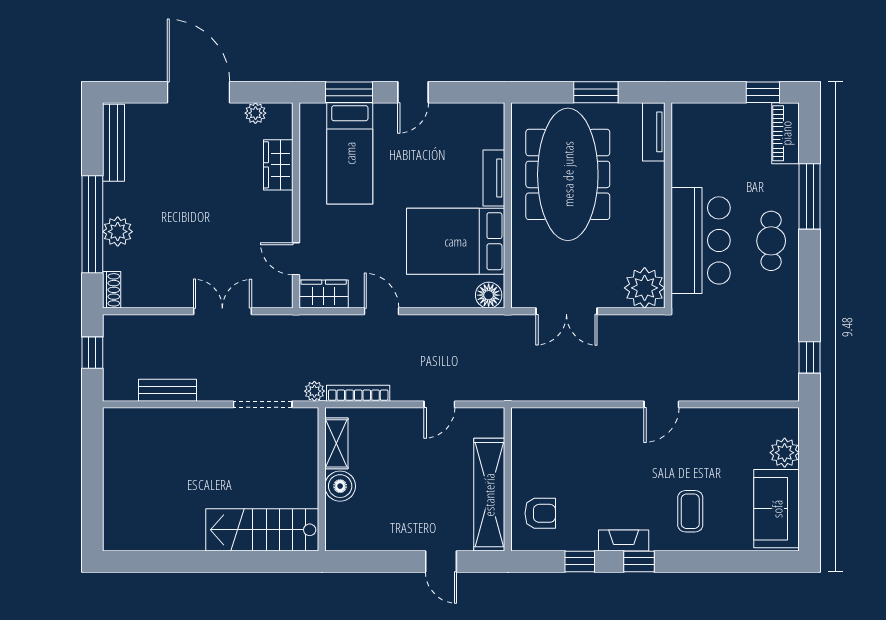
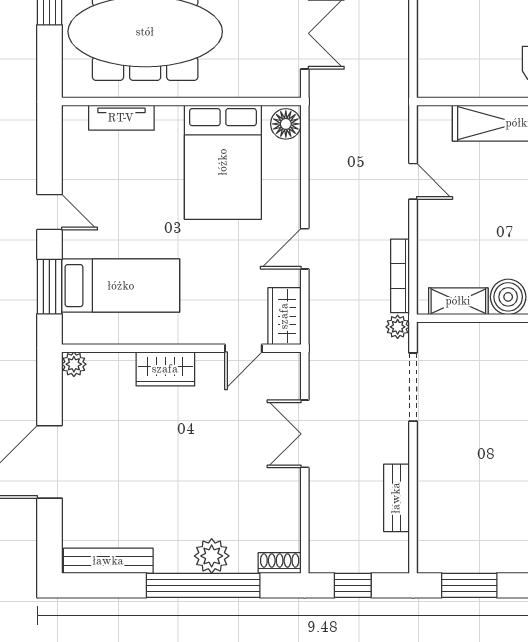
plant: (255, 113) -> (74, 364), moved
wardrobe: (278, 165) -> (165, 369), moved
tv unit: (494, 178) -> (121, 118), moved
window: (92, 453) -> (469, 585), added

